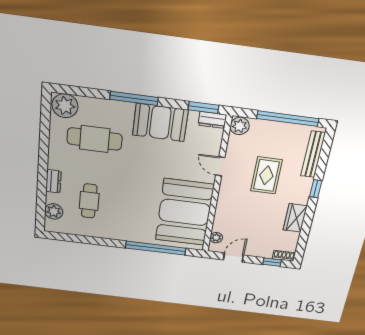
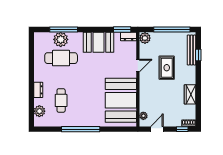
window: (134, 98) -> (64, 30), moved
plant: (65, 106) -> (61, 39), moved
door: (220, 166) -> (138, 66), swing flipped
window: (316, 189) -> (198, 55), moved
window: (156, 248) -> (81, 129), moved

